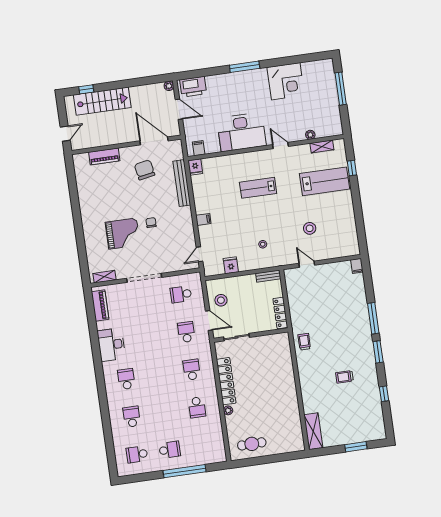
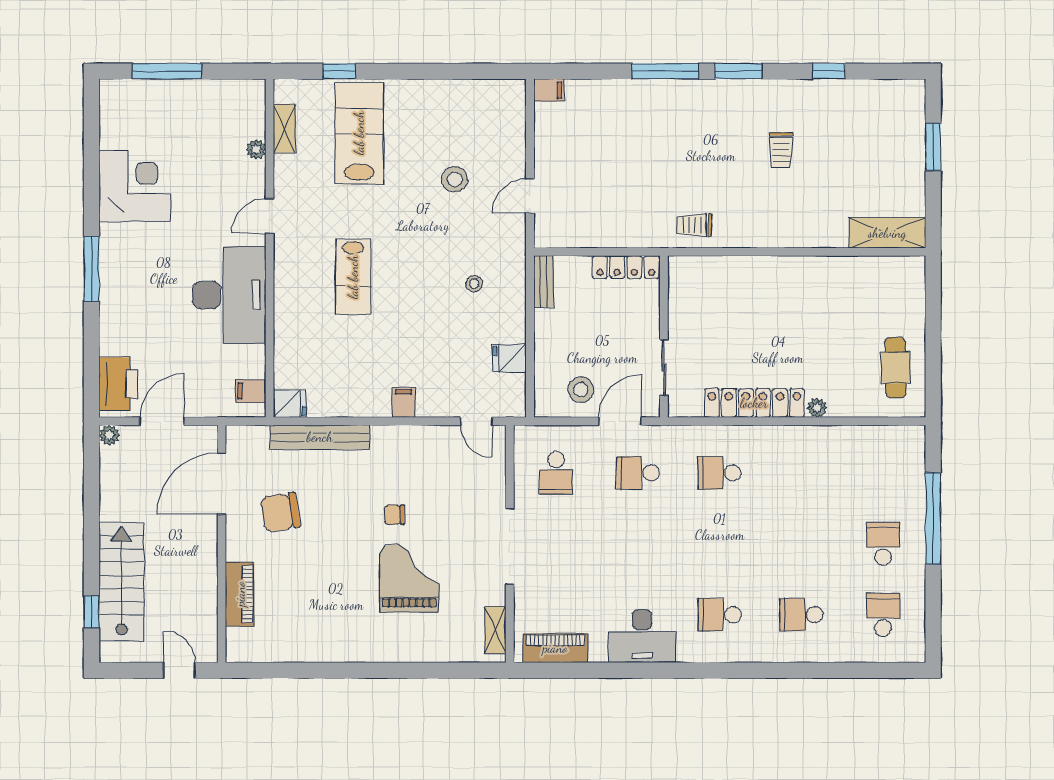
school desk: (197, 407) -> (801, 473), removed
school desk: (137, 454) -> (883, 615), turned 180

